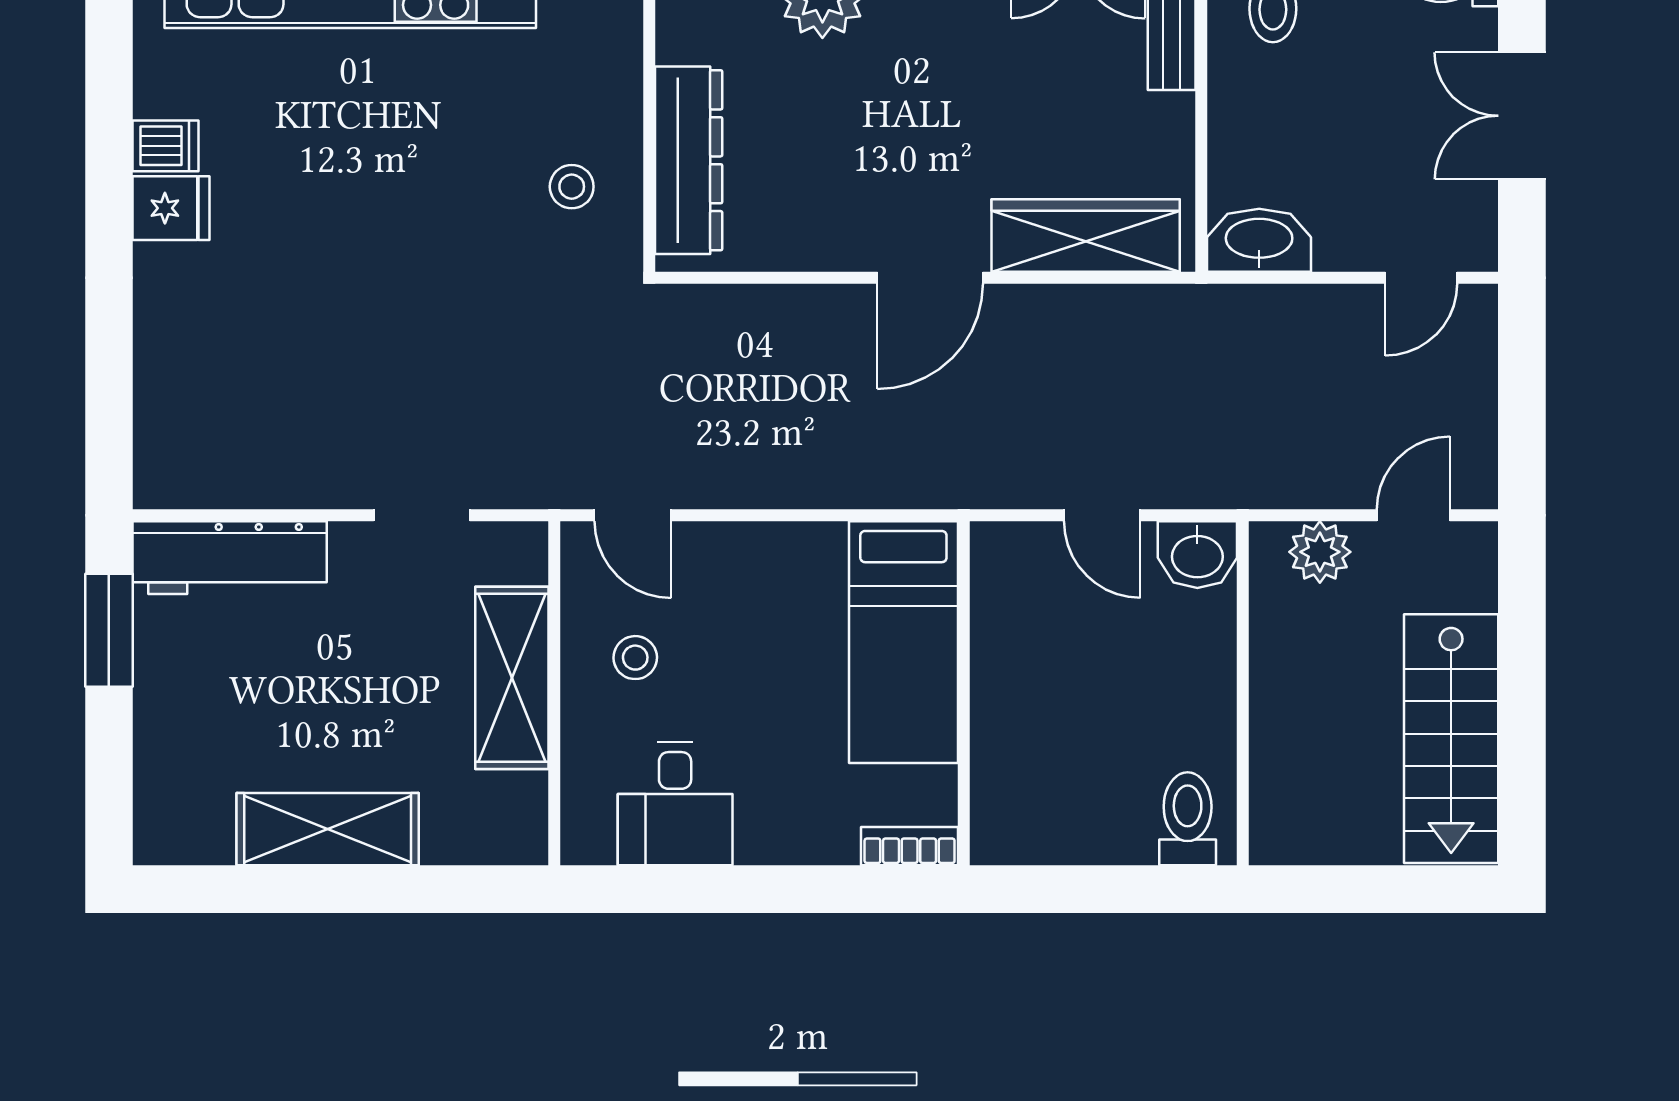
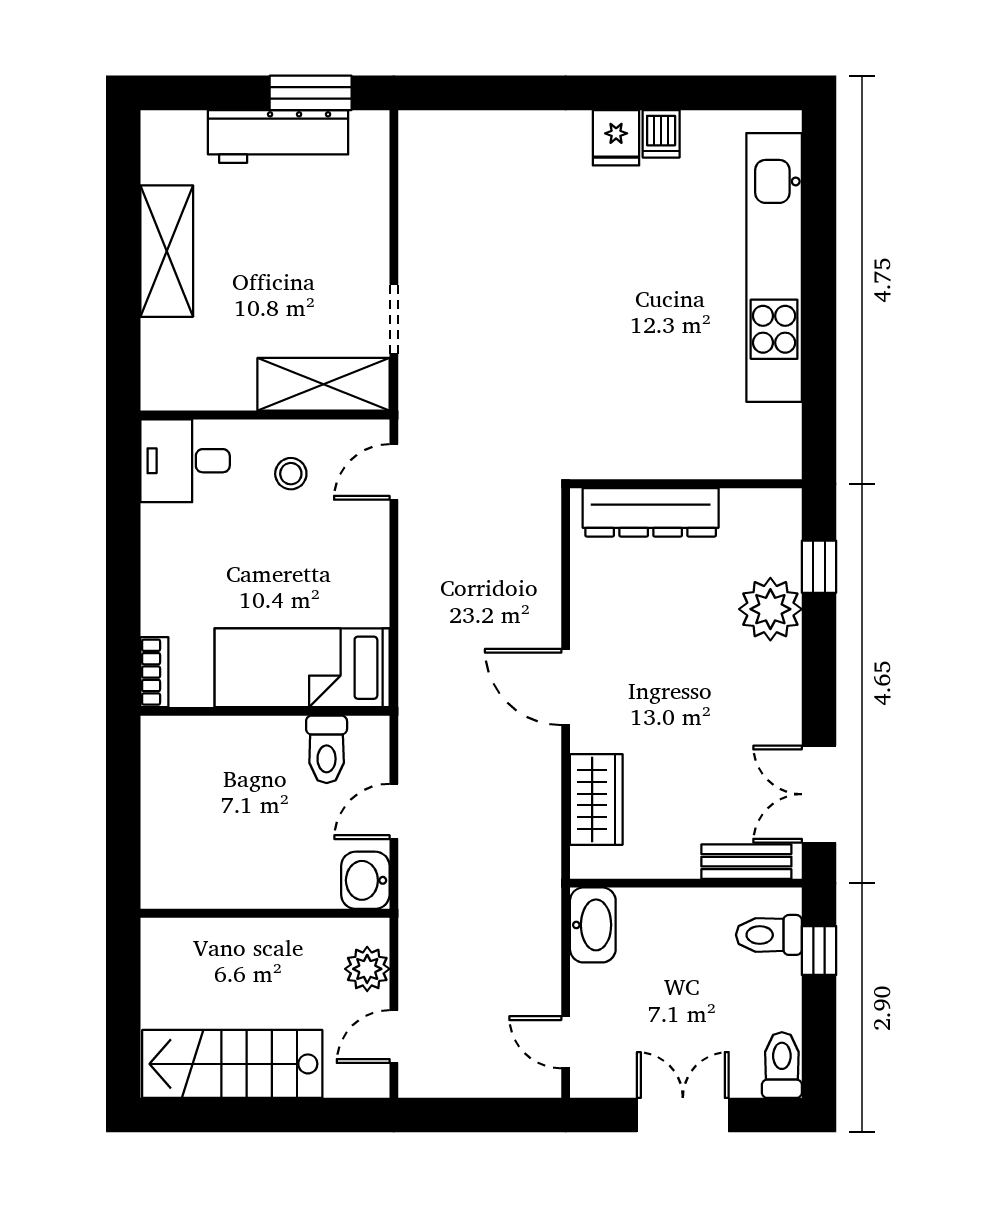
stool: (572, 187) -> (632, 428), removed
wardrobe: (1086, 235) -> (596, 799), width x0.67
door: (1413, 515) -> (394, 1037), swing flipped
workbench: (230, 558) -> (278, 136), moved, turned -90
shelving: (512, 678) -> (323, 384), moved
desk: (675, 804) -> (185, 461), moved
toilet: (1188, 819) -> (327, 749), moved, turned 90

